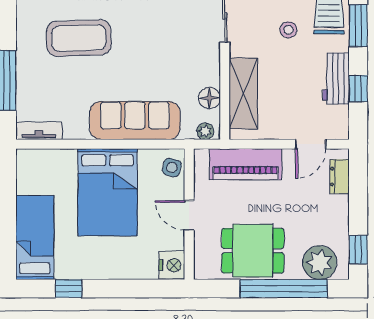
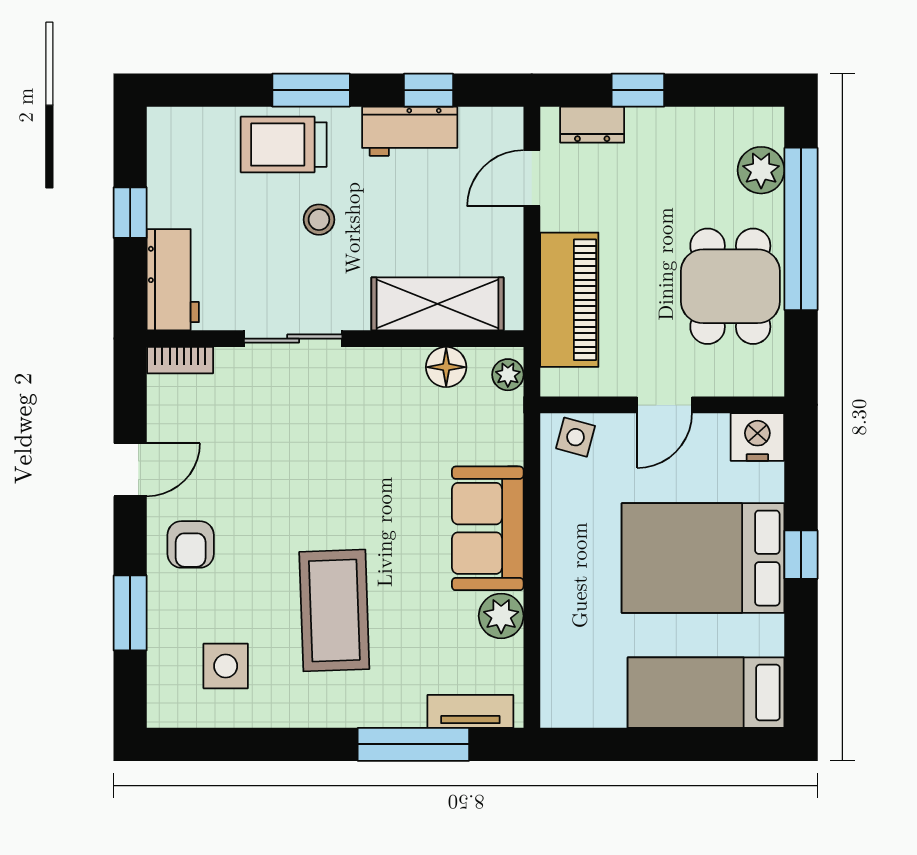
sofa: (135, 120) -> (488, 528), width x0.73
plant: (76, 128) -> (501, 616), added
tv unit: (39, 131) -> (470, 711), moved, turned 90
door: (311, 144) -> (532, 178), swing flipped
bed: (108, 192) -> (703, 558), moved, turned 180
window: (358, 250) -> (638, 90), moved
plant: (320, 263) -> (761, 170), width x0.73, depth x0.73
window: (69, 289) -> (801, 555), moved

